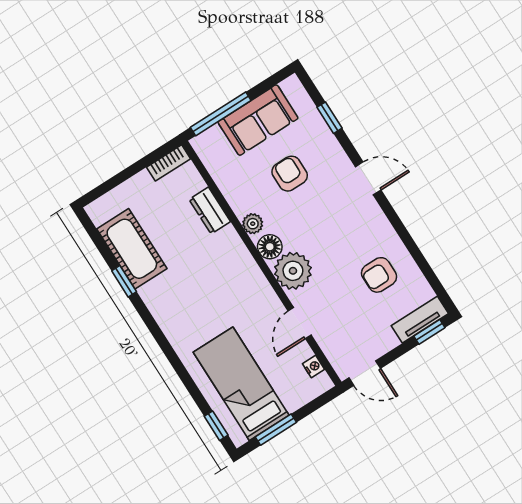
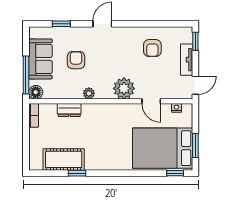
armchair: (290, 174) -> (76, 60), turned 90
floor lamp: (270, 247) -> (36, 92), moved
tv unit: (420, 320) -> (187, 60), moved
bed: (241, 384) -> (163, 148), width x1.50

